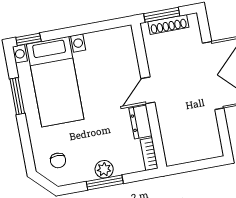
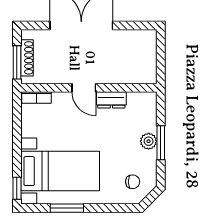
bookcase: (149, 154) -> (36, 97), moved

